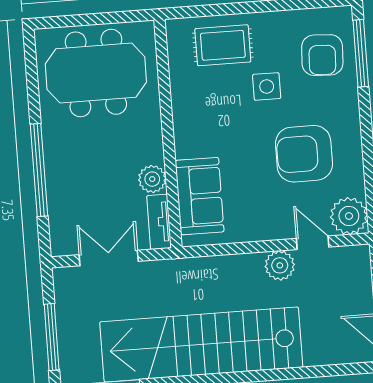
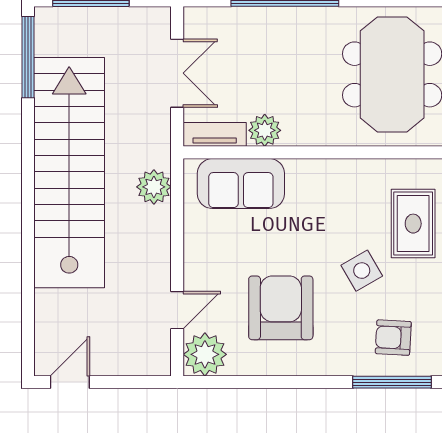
armchair: (322, 55) -> (393, 338), width x0.72, depth x0.72
side table: (267, 86) -> (362, 271), turned -30
plant: (280, 265) -> (154, 187), moved

